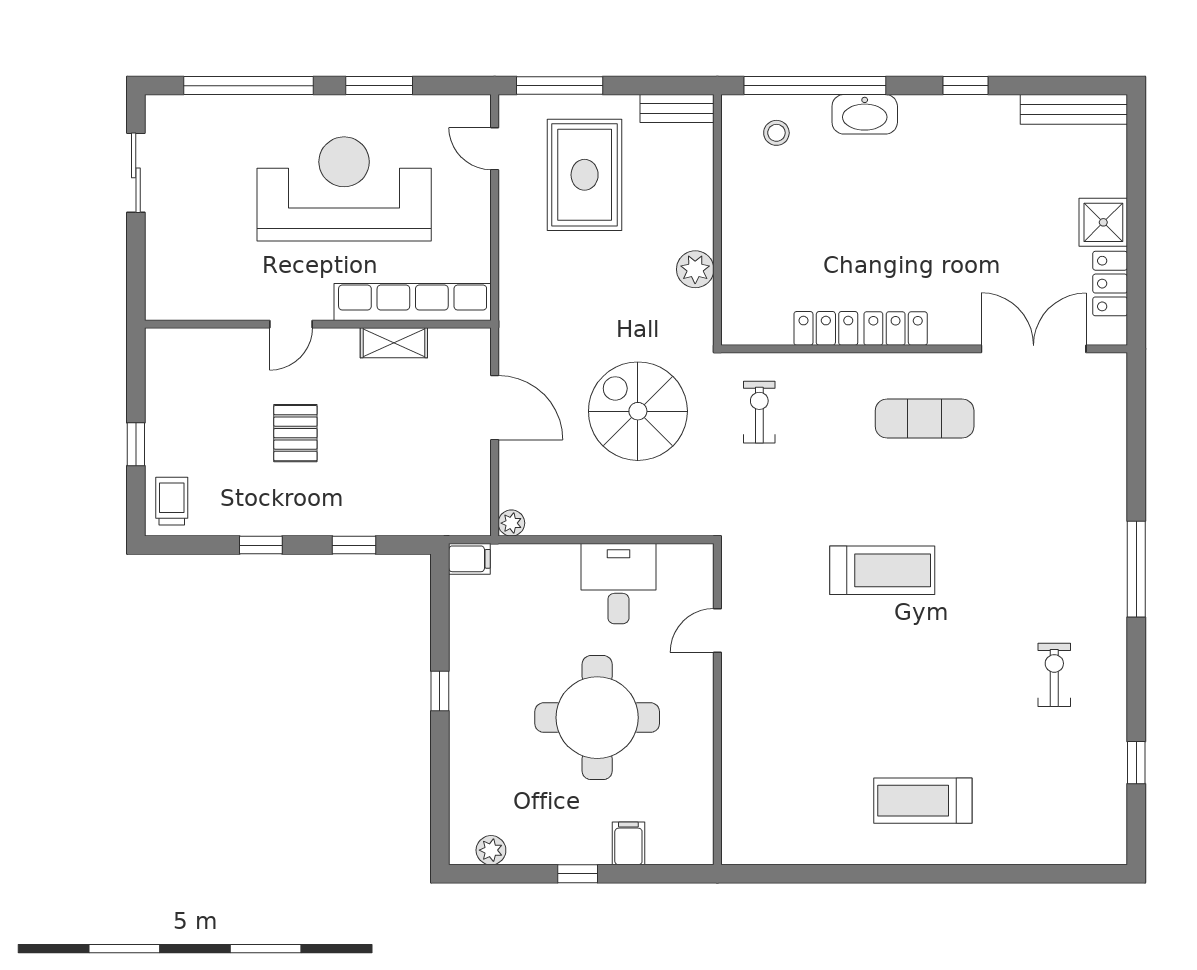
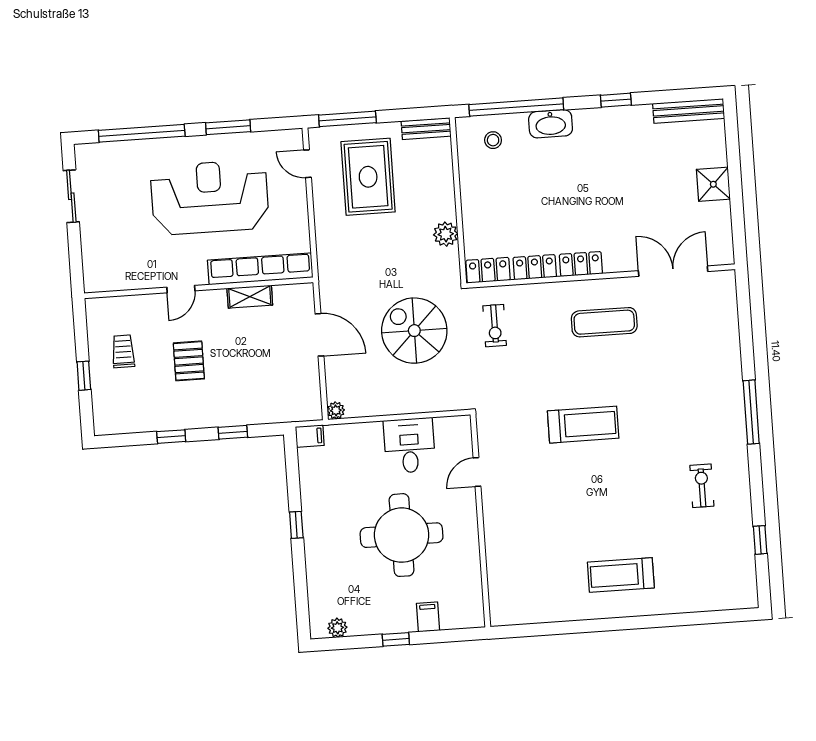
locker: (1110, 284) -> (488, 270), moved, turned 90
exercise bike: (759, 412) -> (495, 326), turned 180
trolley: (172, 501) -> (123, 351), moved

